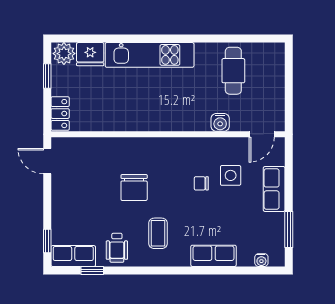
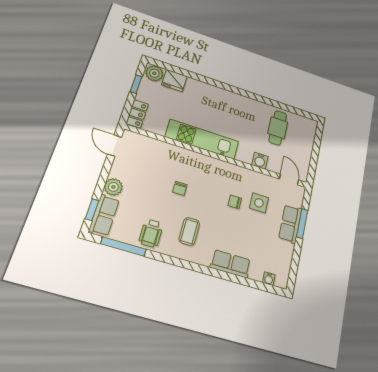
kitchen unit: (150, 55) -> (202, 139), moved, turned 180
door: (262, 134) -> (289, 179), swing flipped
chair: (134, 188) -> (180, 188), width x0.54, depth x0.54
plant: (61, 209) -> (113, 187), added
window: (289, 230) -> (302, 224), moved
row of seats: (73, 256) -> (104, 215), moved, turned 90
window: (92, 270) -> (123, 247), width x2.17

